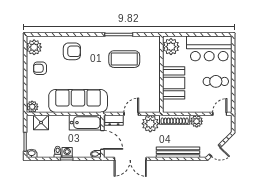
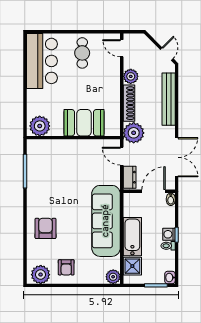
plant: (171, 47) -> (40, 126), moved
coffee table: (124, 59) -> (55, 165), removed
wall: (161, 74) -> (73, 138), moved
booth: (174, 83) -> (84, 123), moved
bathtub: (85, 123) -> (132, 237), moved

